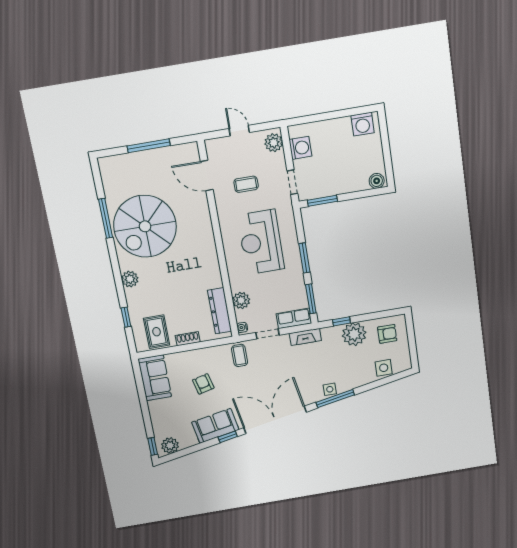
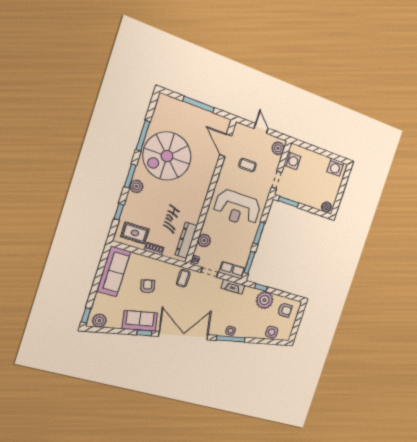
reception desk: (261, 242) -> (237, 208), turned -90
window: (117, 271) -> (130, 176), added
rug: (157, 332) -> (135, 233), turned 90
sofa: (155, 378) -> (114, 271), width x1.36

